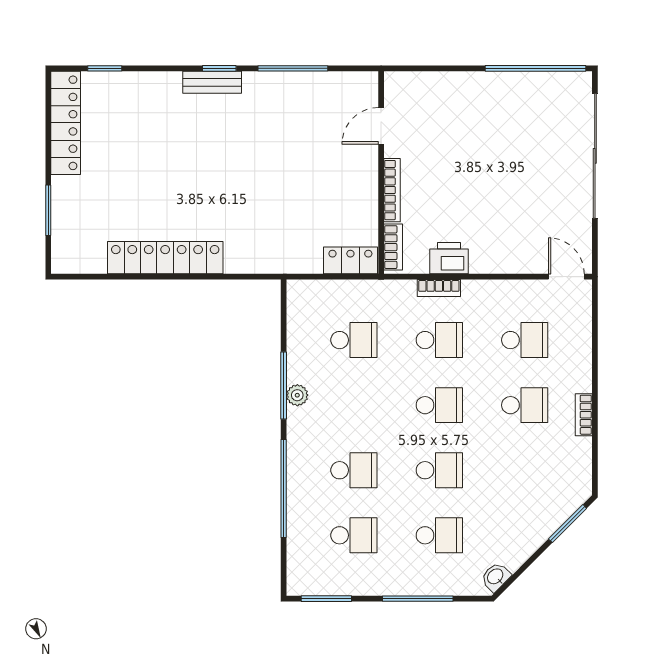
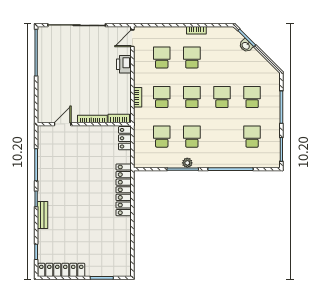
bench: (212, 82) -> (42, 215), moved
door: (381, 126) -> (63, 124), swing flipped
locker: (165, 258) -> (124, 190), moved
printer: (449, 258) -> (124, 64), moved
school desk: (354, 470) -> (192, 137), moved
washbasin: (496, 577) -> (246, 46), moved

